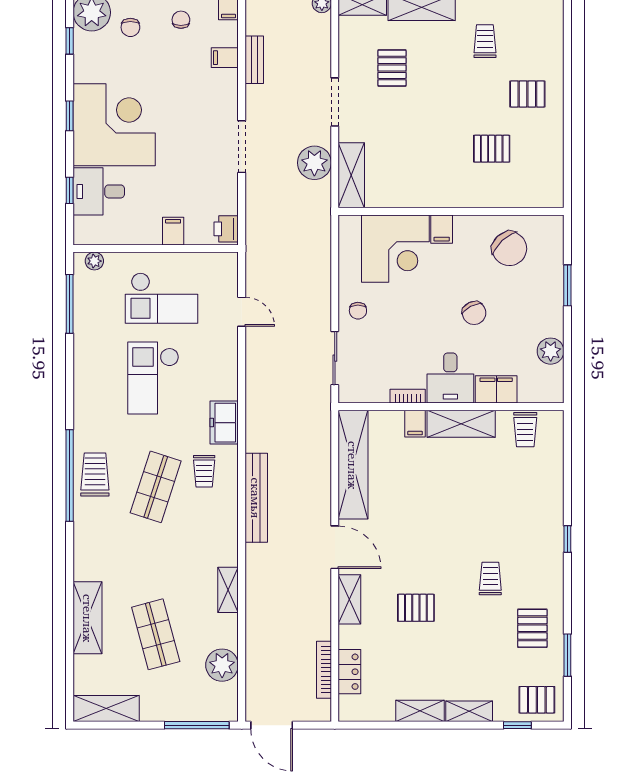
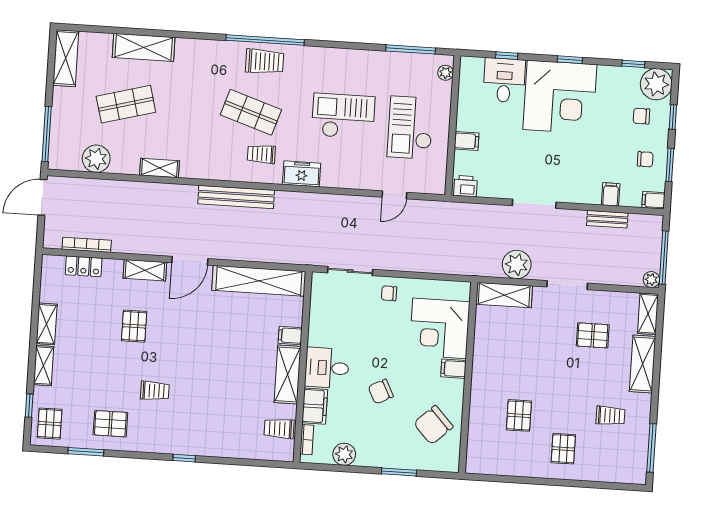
bookcase: (408, 396) -> (307, 440), moved

